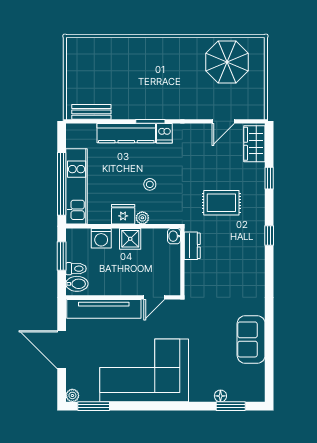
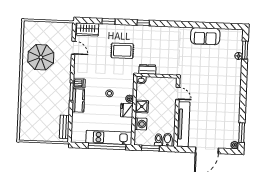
parasol: (227, 62) -> (41, 57), moved
kitchen counter: (126, 133) -> (78, 101), width x0.67
rug: (221, 203) -> (122, 51), turned 90
corner sofa: (144, 370) -> (221, 101), removed

